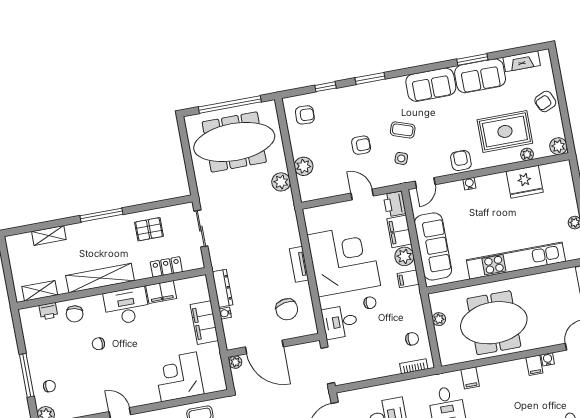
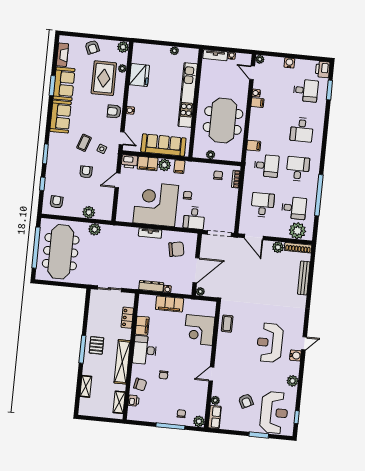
pallet: (149, 229) -> (96, 345), moved

